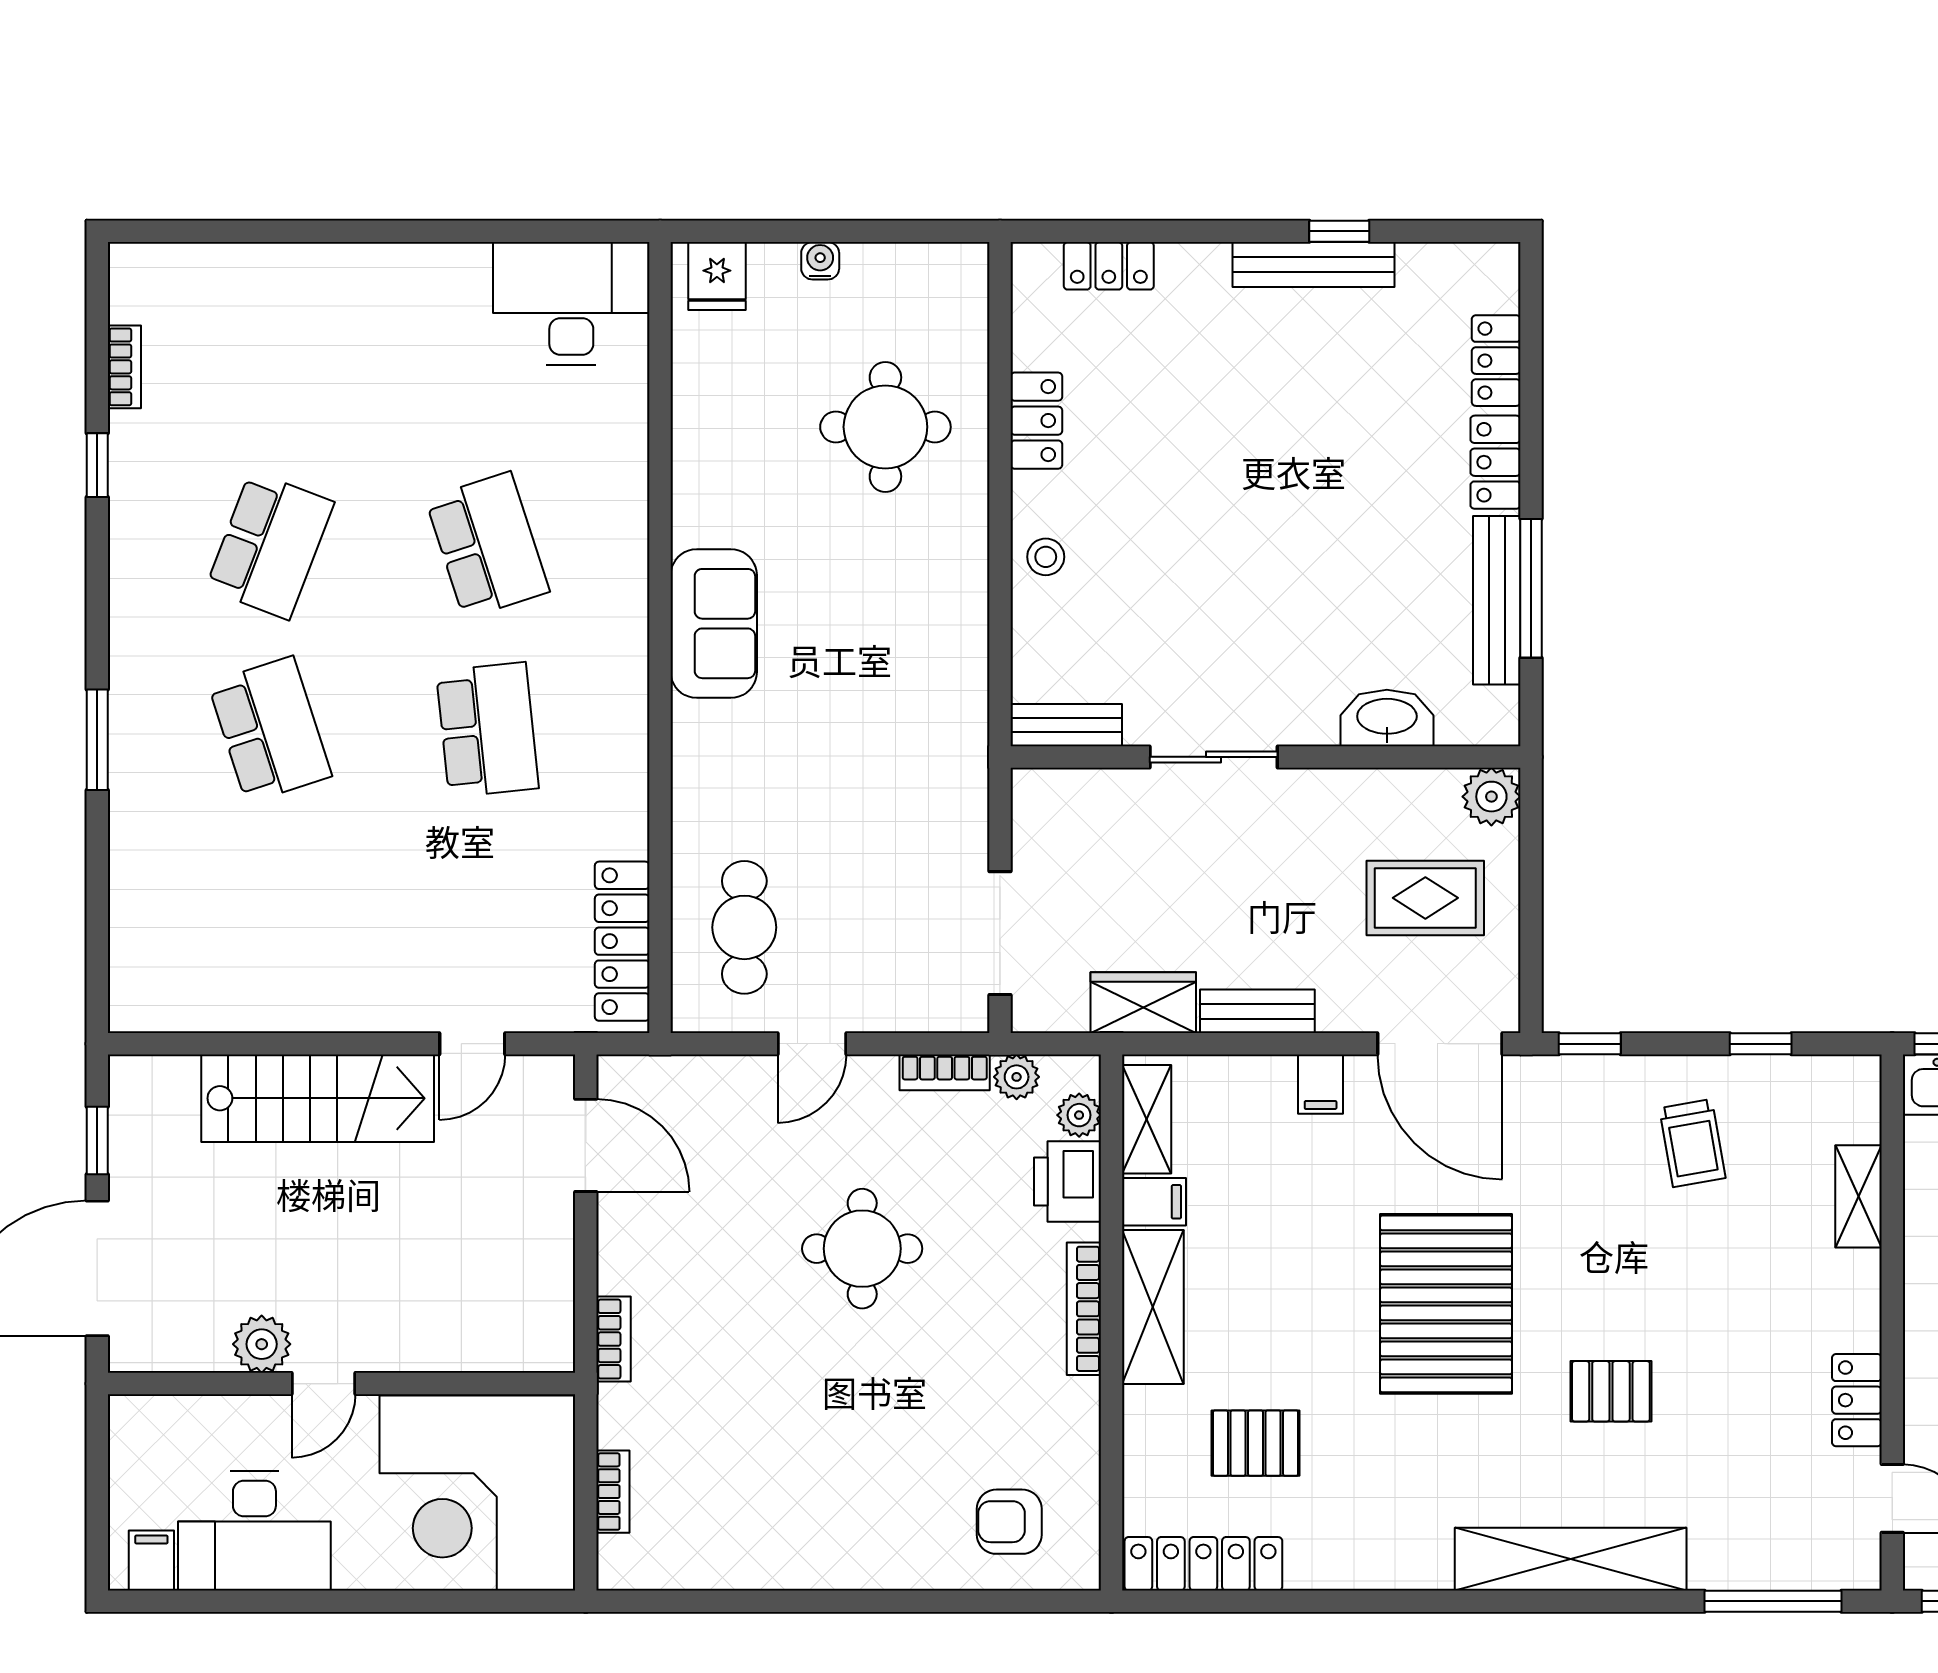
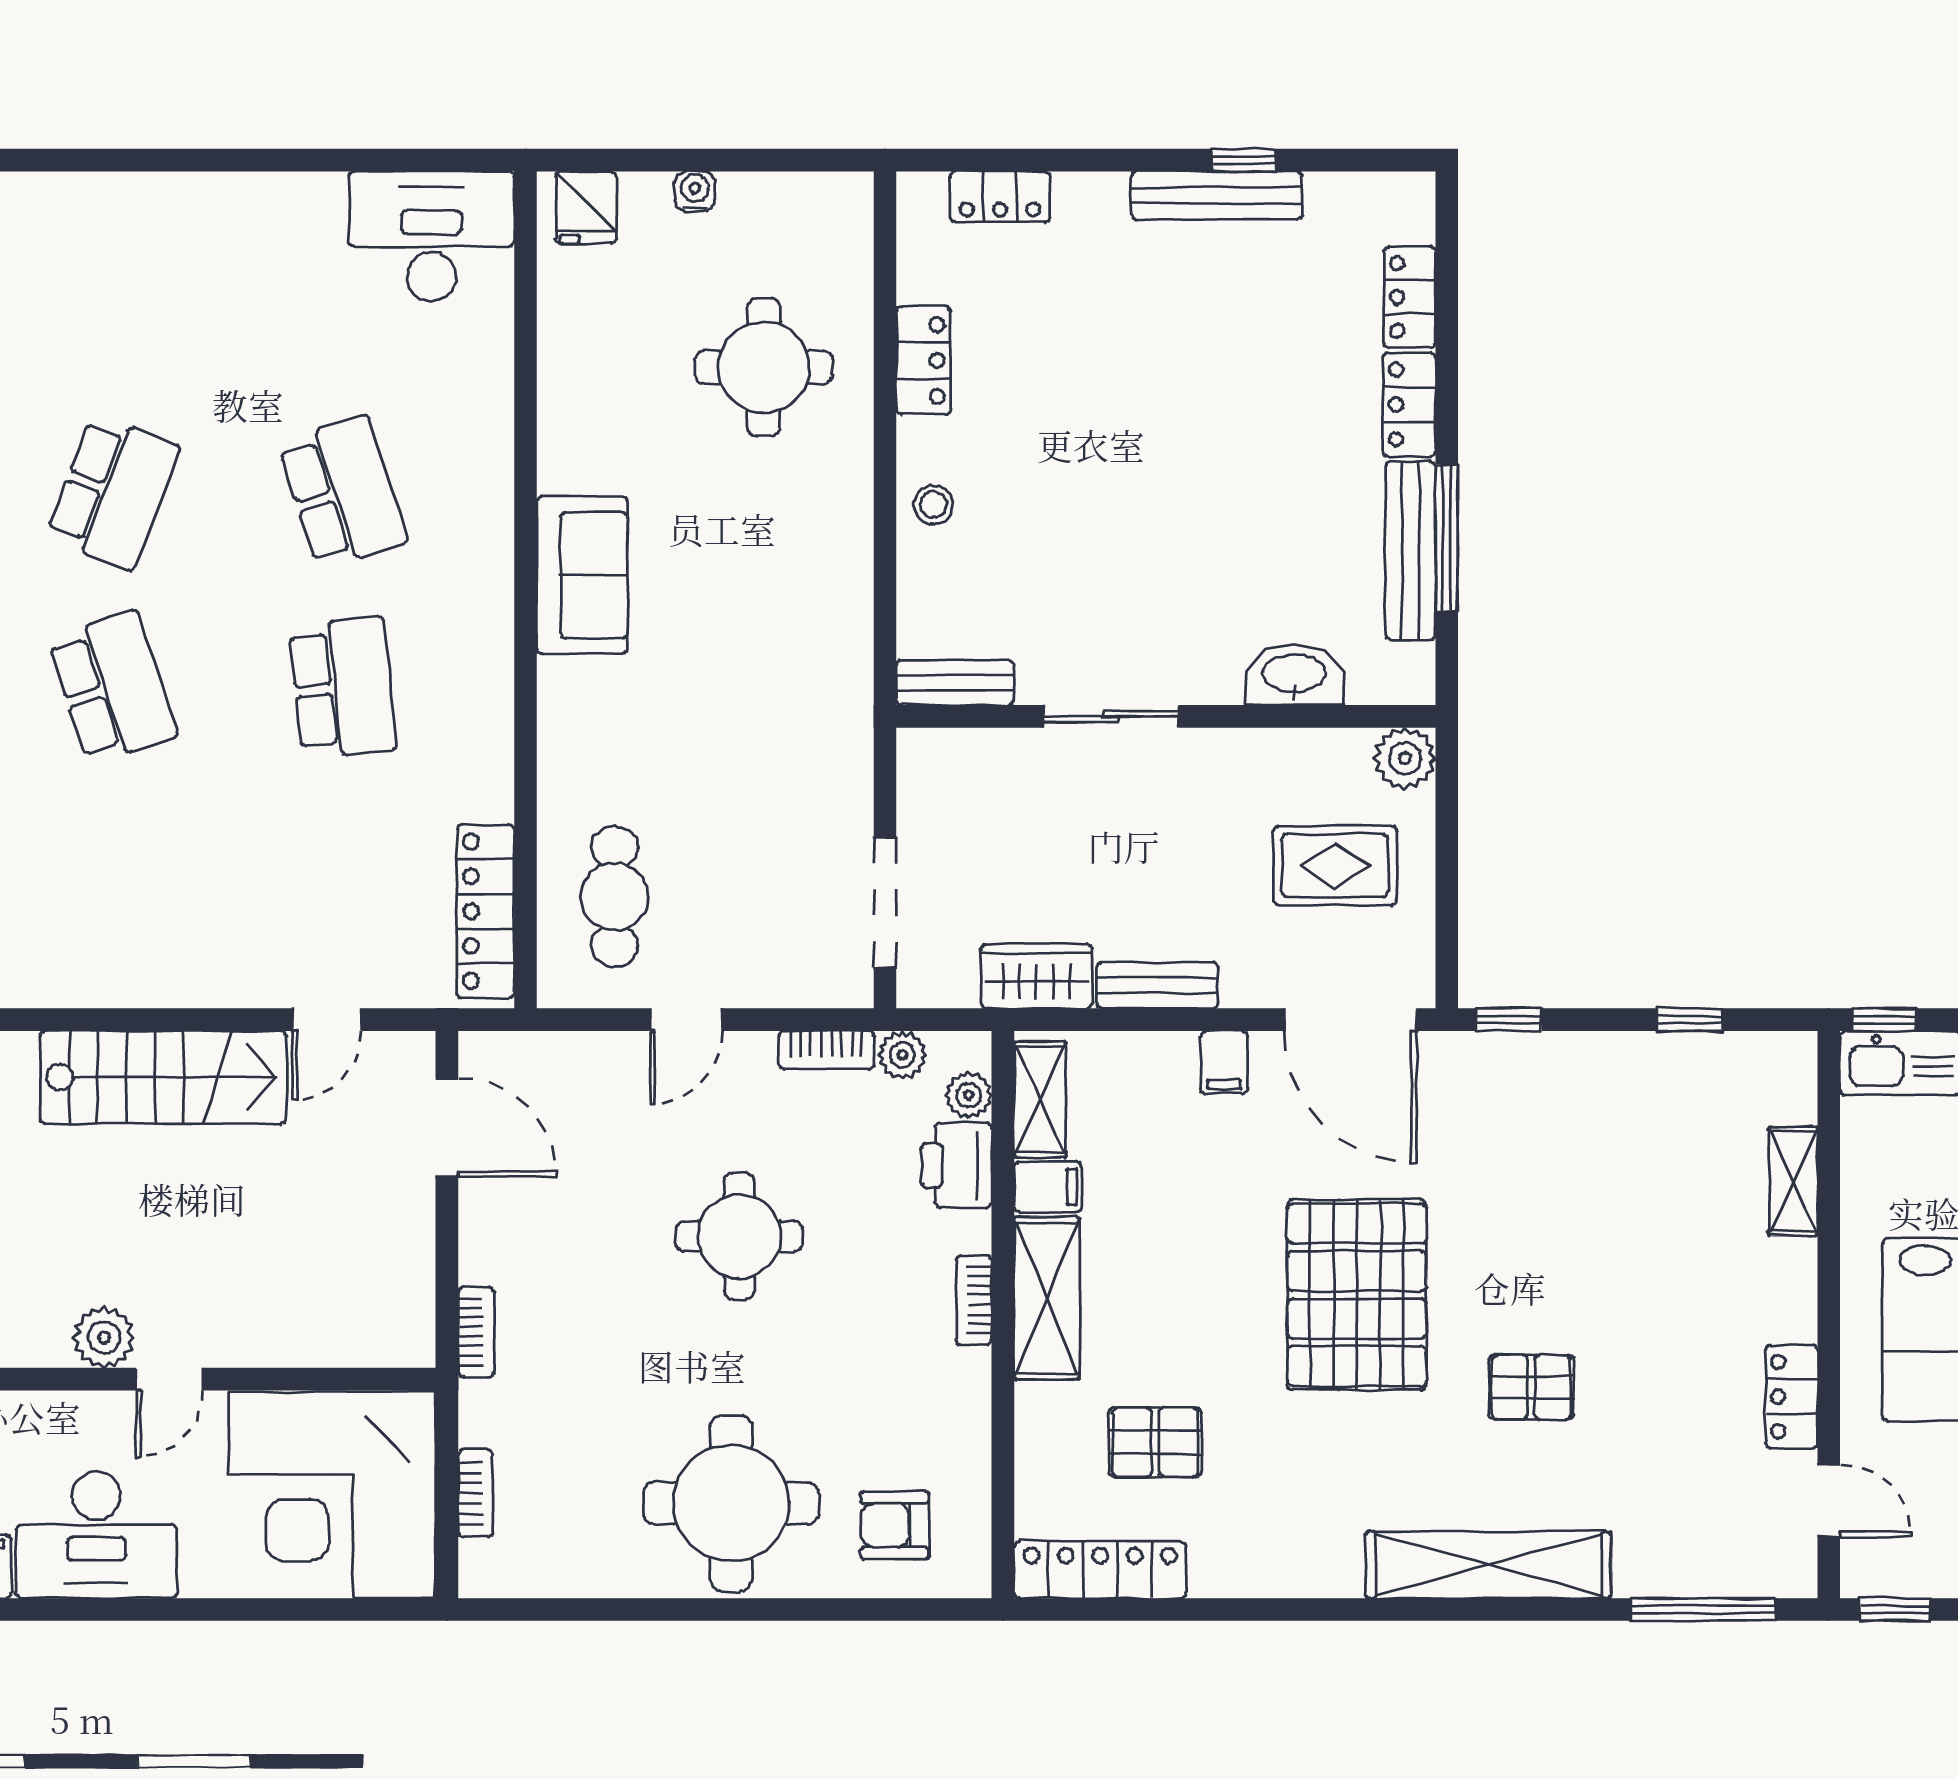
trolley: (1692, 1143) -> (1618, 1125), removed
bookcase: (1084, 1309) -> (974, 1300), width x0.64
round table: (854, 1501) -> (731, 1503), added

